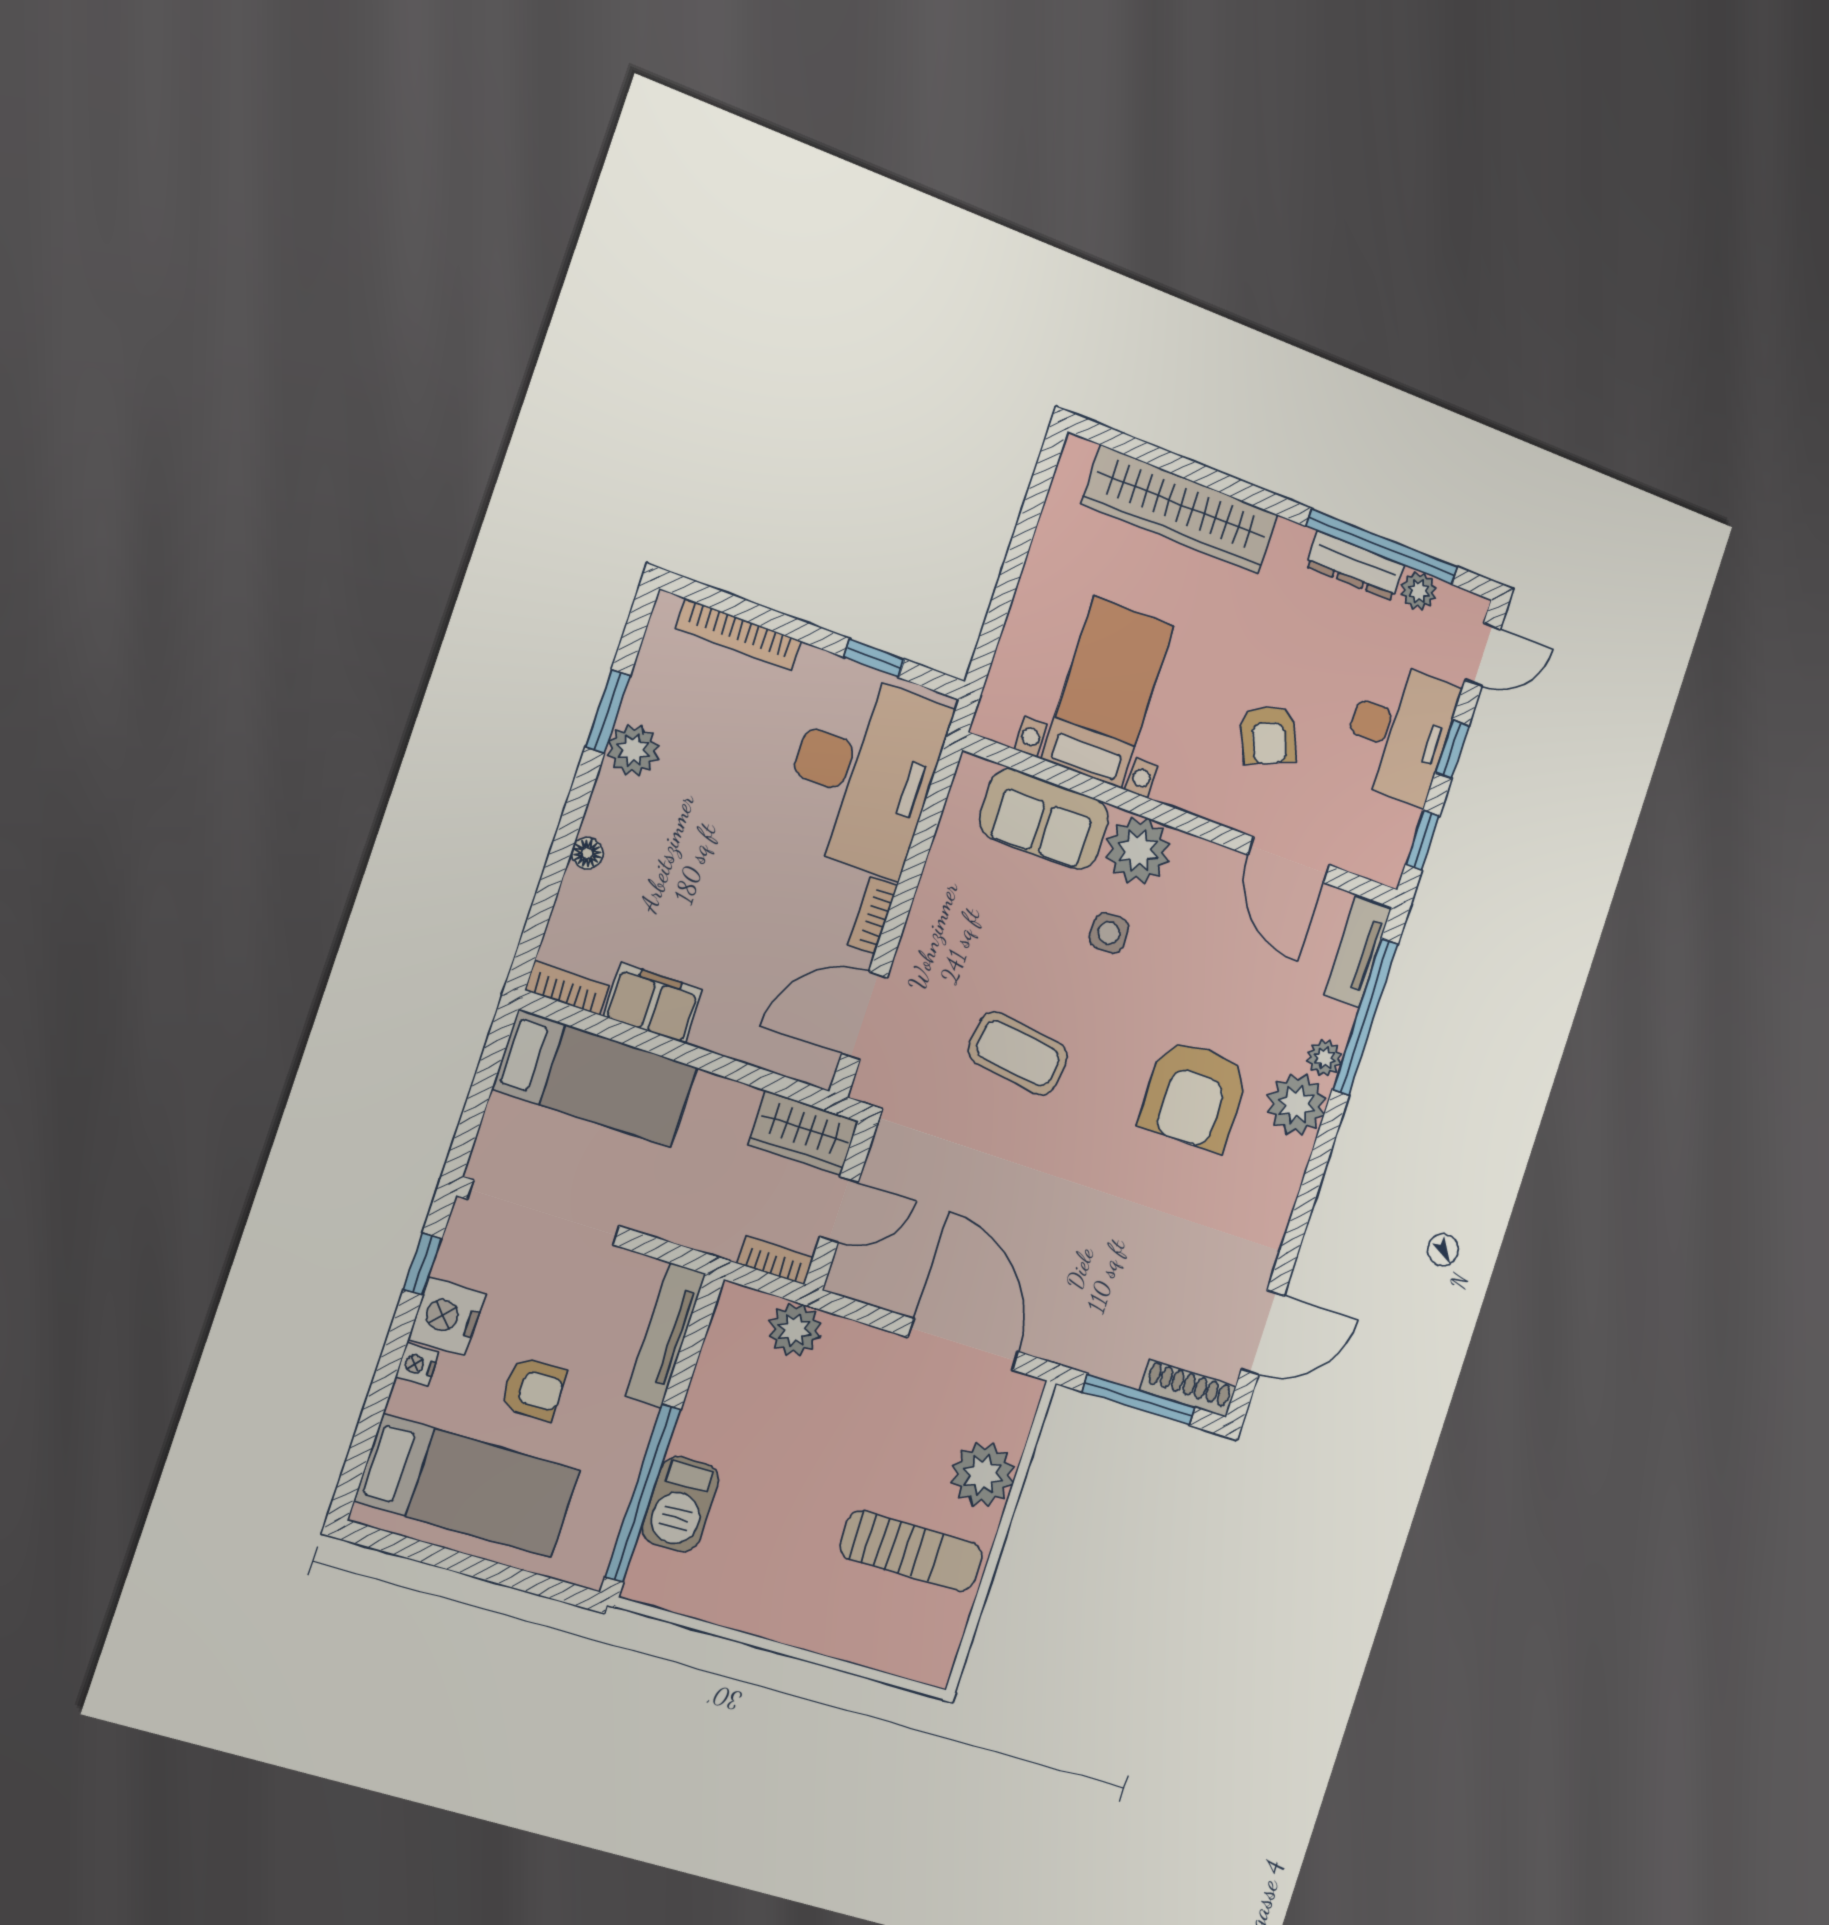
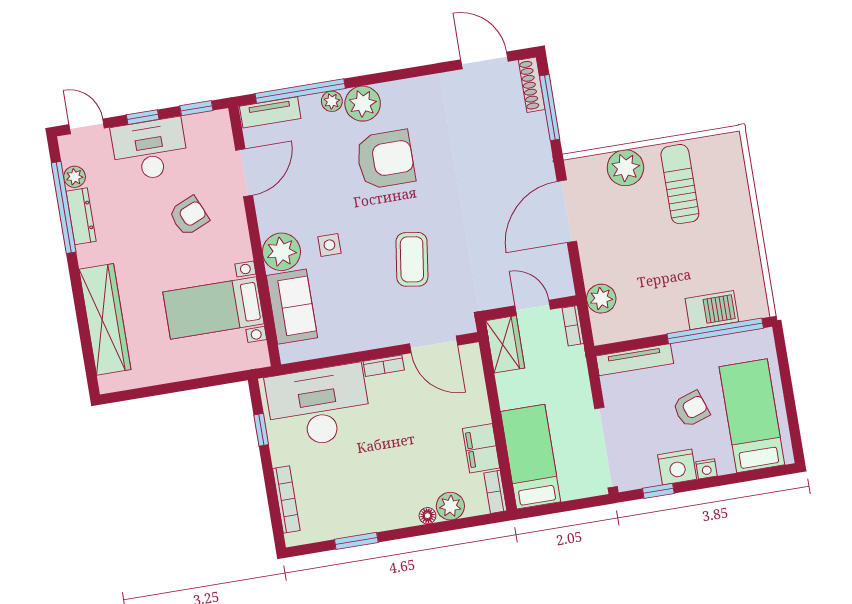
plant: (633, 750) -> (450, 506), moved
armchair: (533, 1389) -> (691, 409), turned 71

